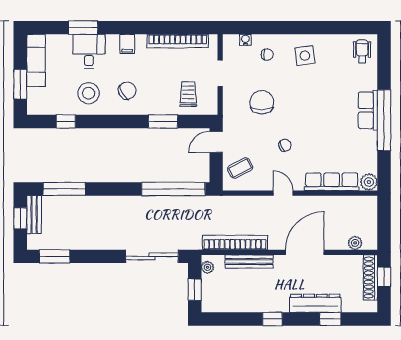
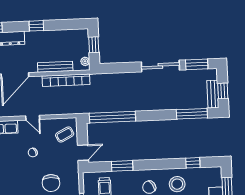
sliding door: (152, 256) -> (160, 66), moved

